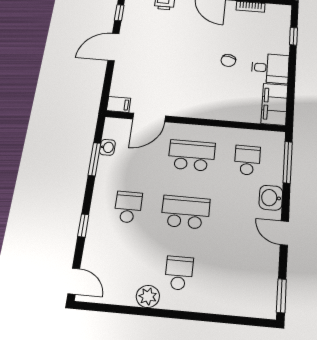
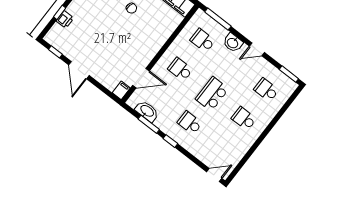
door: (149, 118) -> (141, 78), hinge flipped
washbasin: (107, 147) -> (147, 111), width x1.91, depth x1.45
school desk: (192, 155) -> (180, 69), width x0.54
window: (83, 226) -> (170, 141), moved
school desk: (239, 279) -> (266, 90), added
plant: (148, 296) -> (246, 142), removed

